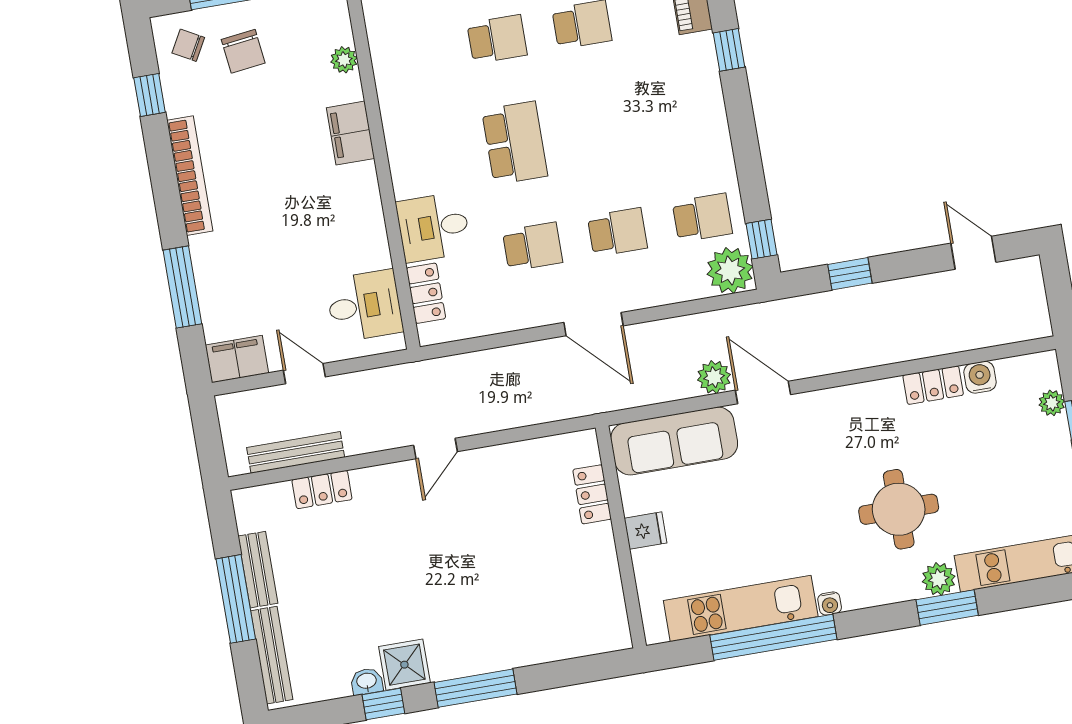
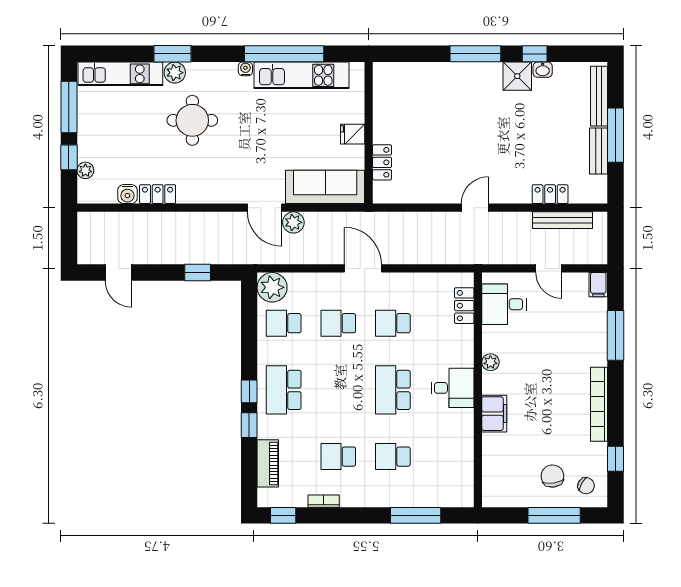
plant: (344, 60) -> (490, 362), moved
school desk: (685, 114) -> (284, 390), added
desk: (433, 227) -> (452, 388), moved
window: (761, 239) -> (249, 391), moved
filing cabinet: (237, 359) -> (598, 285), width x0.50

